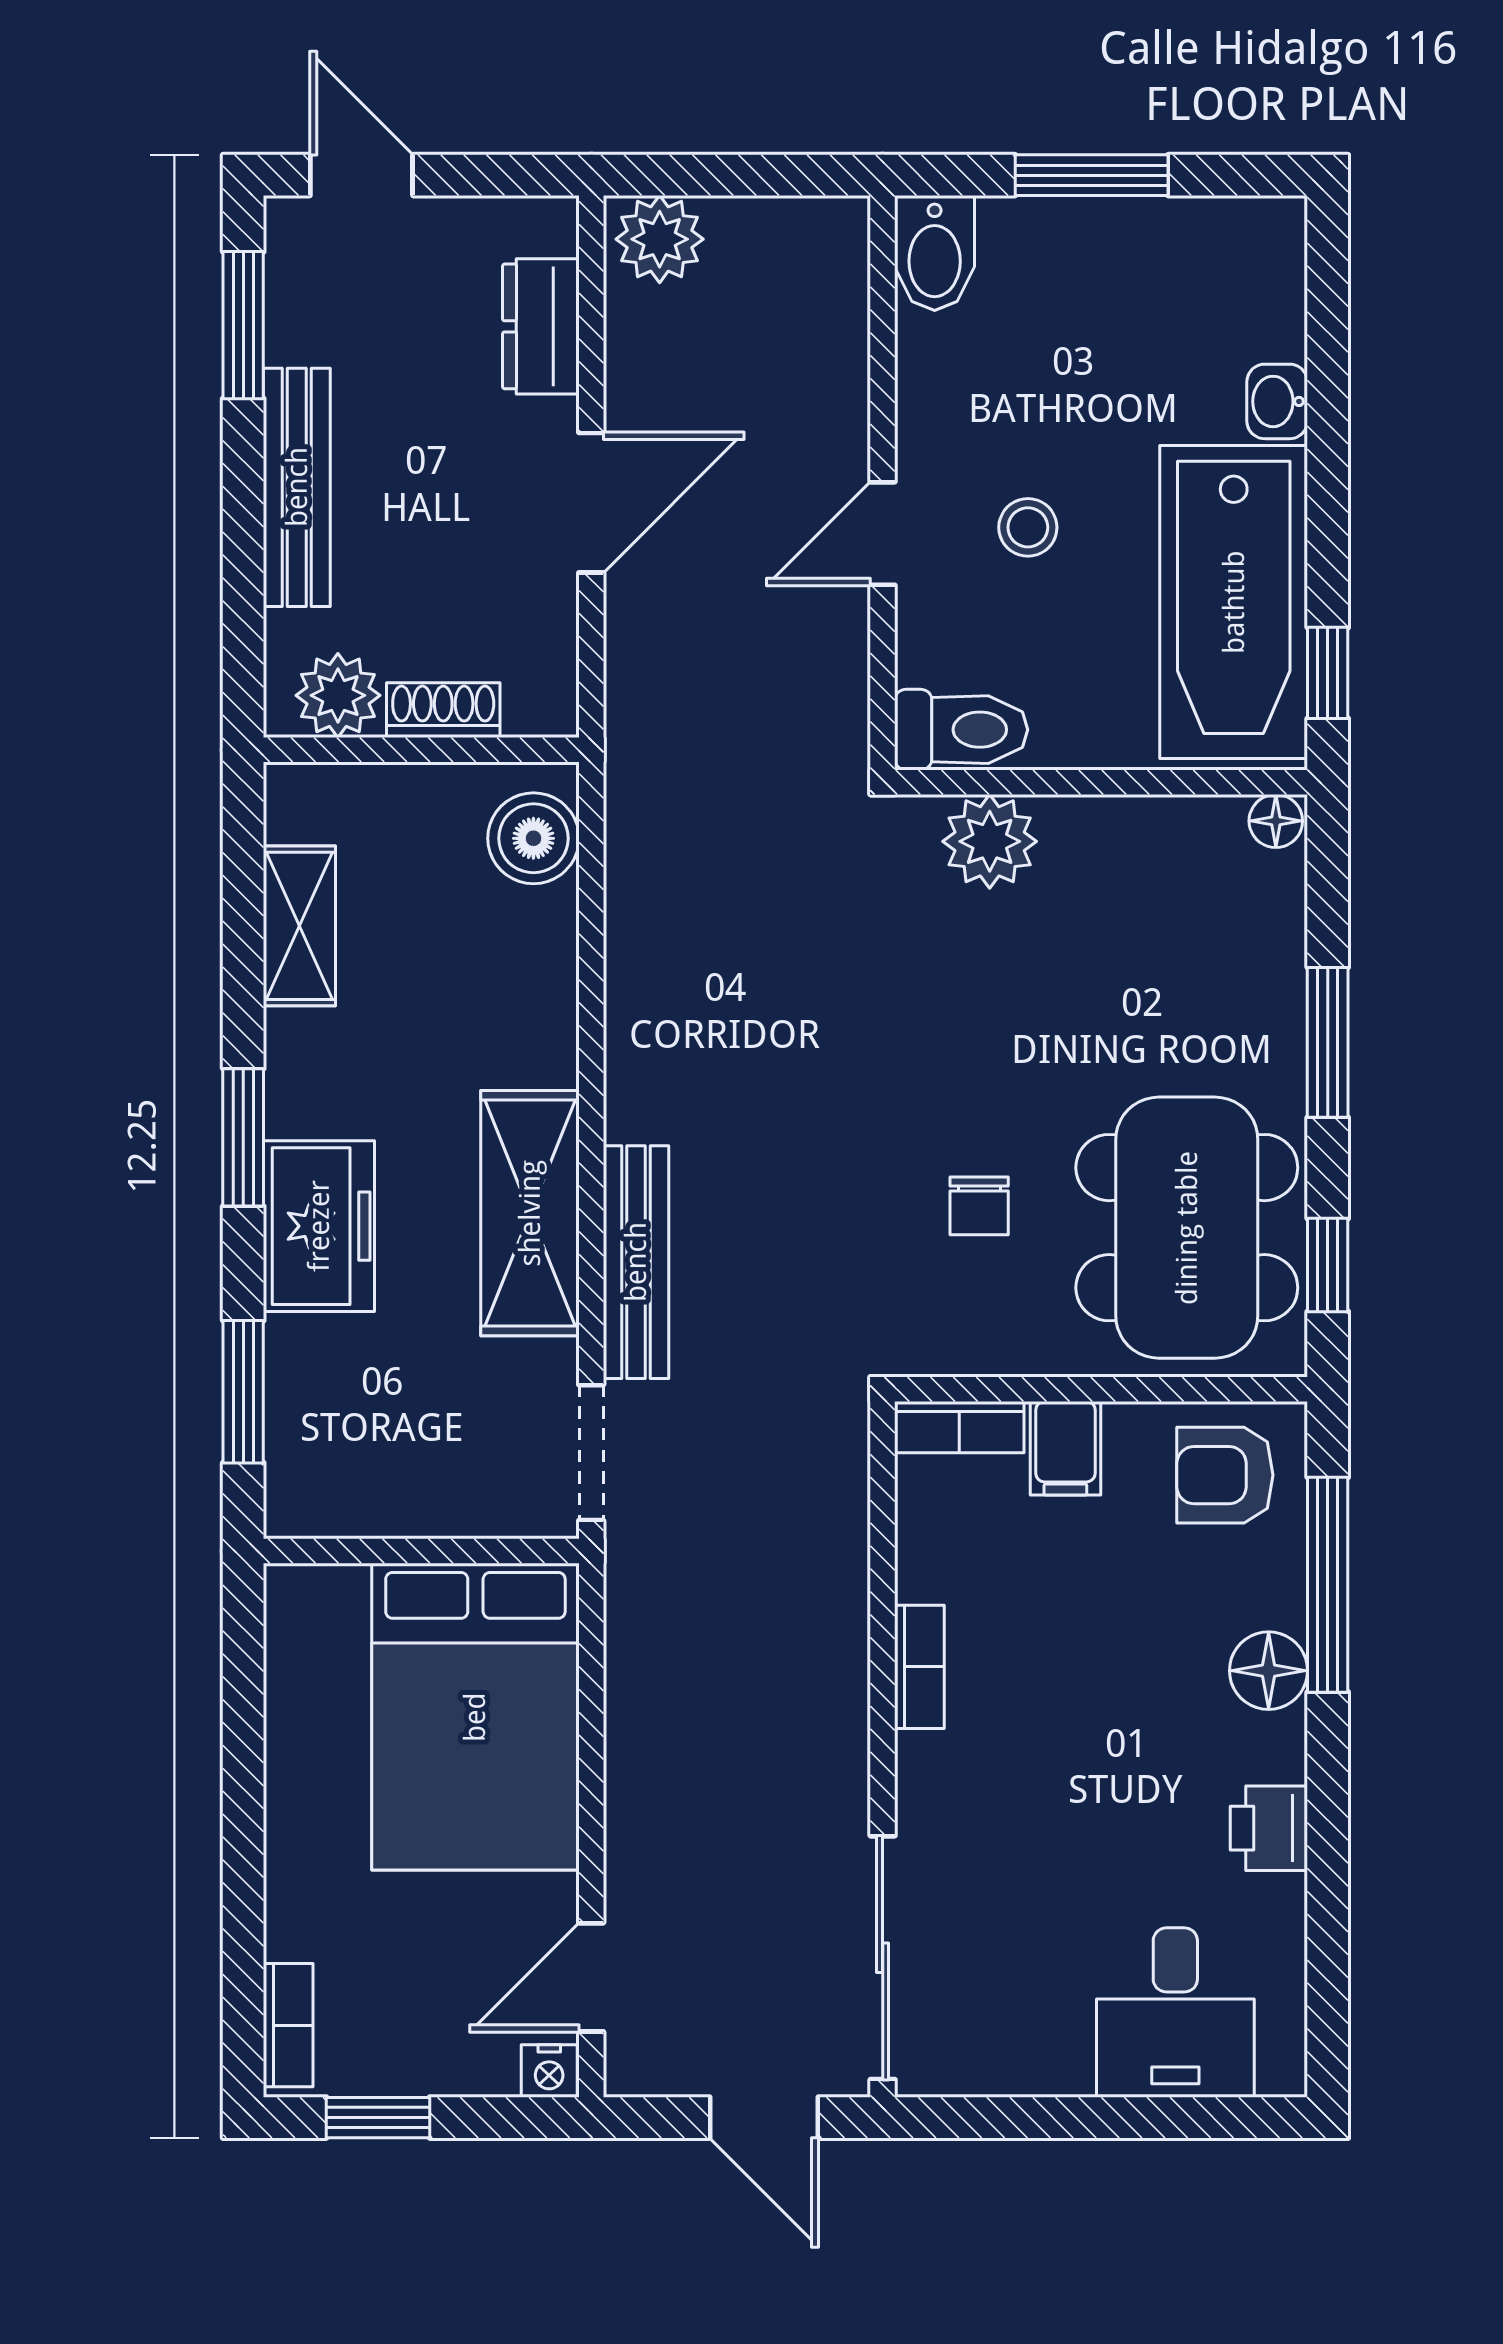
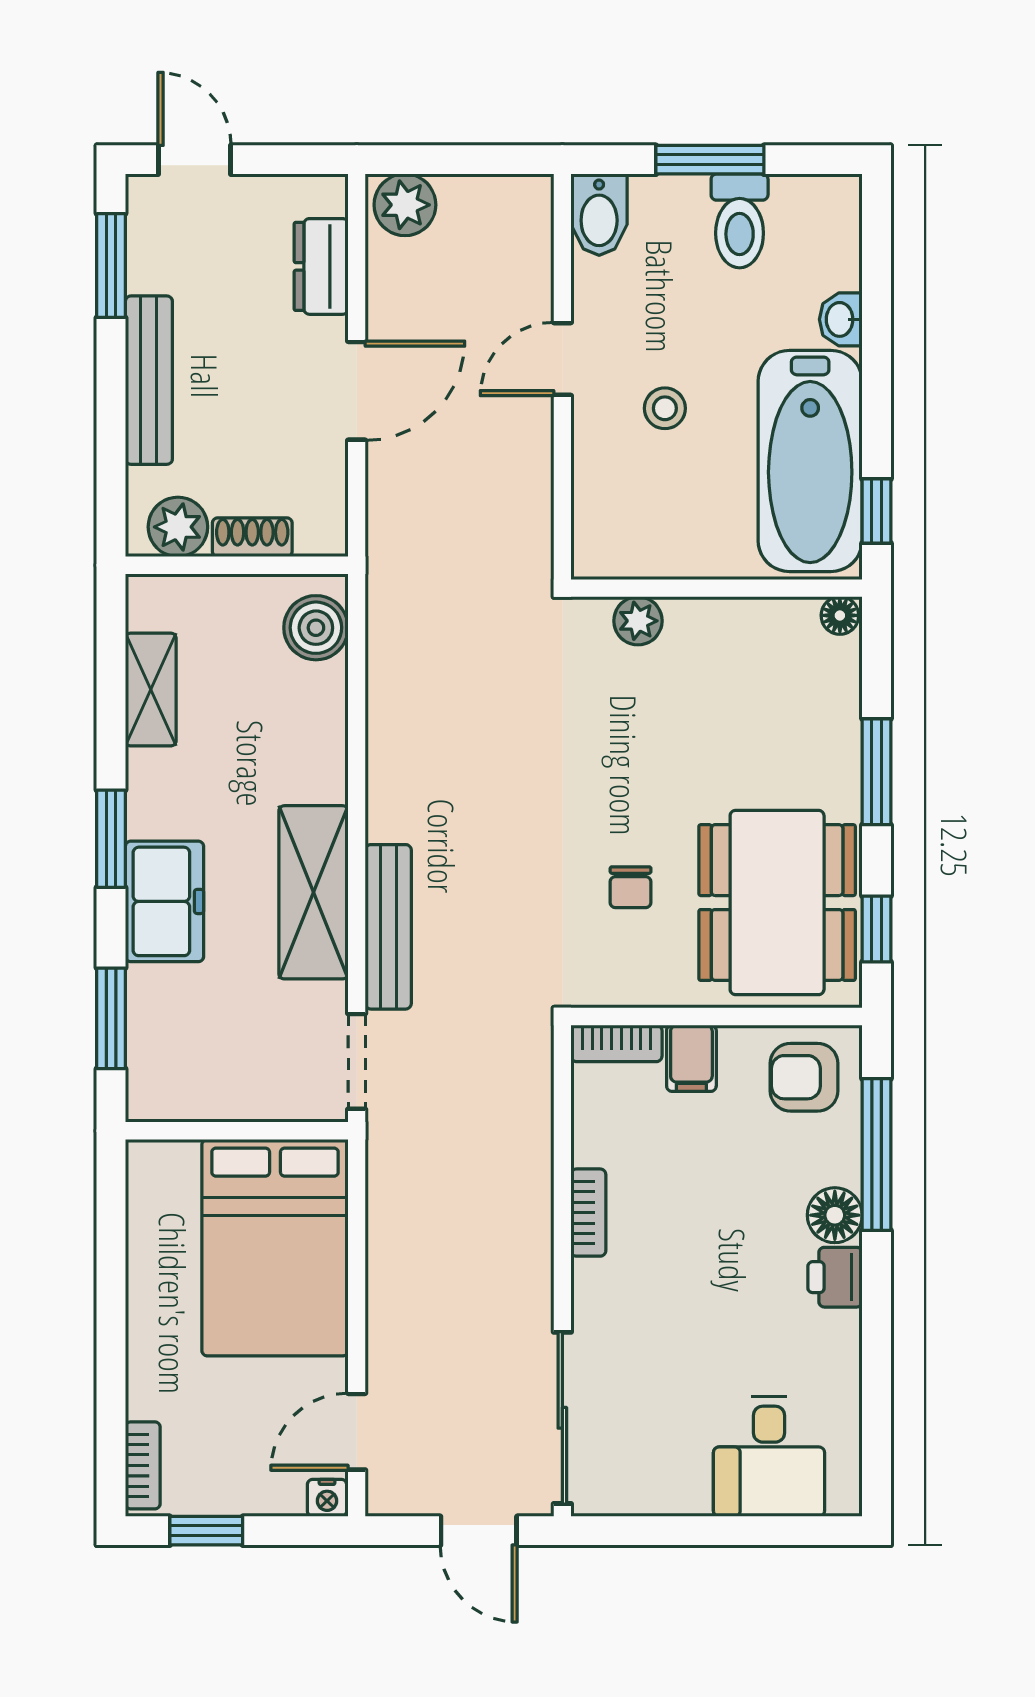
door: (883, 534) -> (562, 359), moved
toilet: (961, 730) -> (740, 221), moved, turned 90
plant: (990, 841) -> (638, 621), width x0.73, depth x0.73
printer: (1269, 1828) -> (835, 1277), moved

